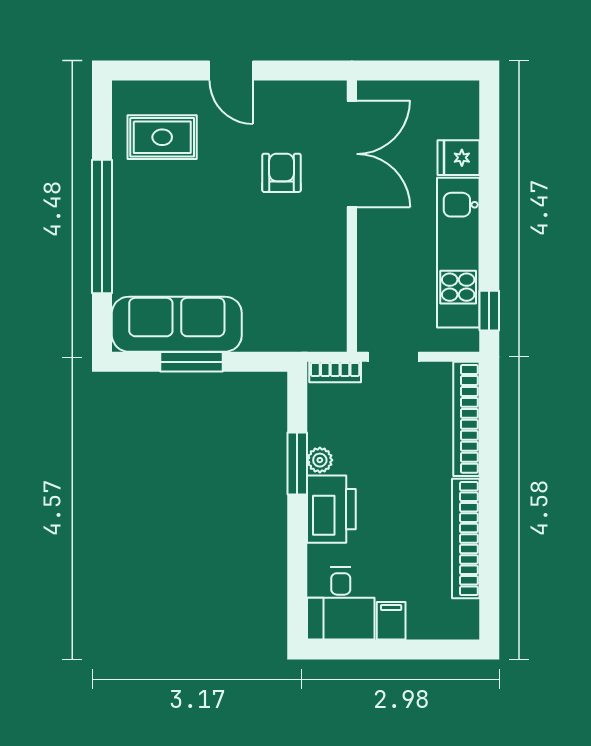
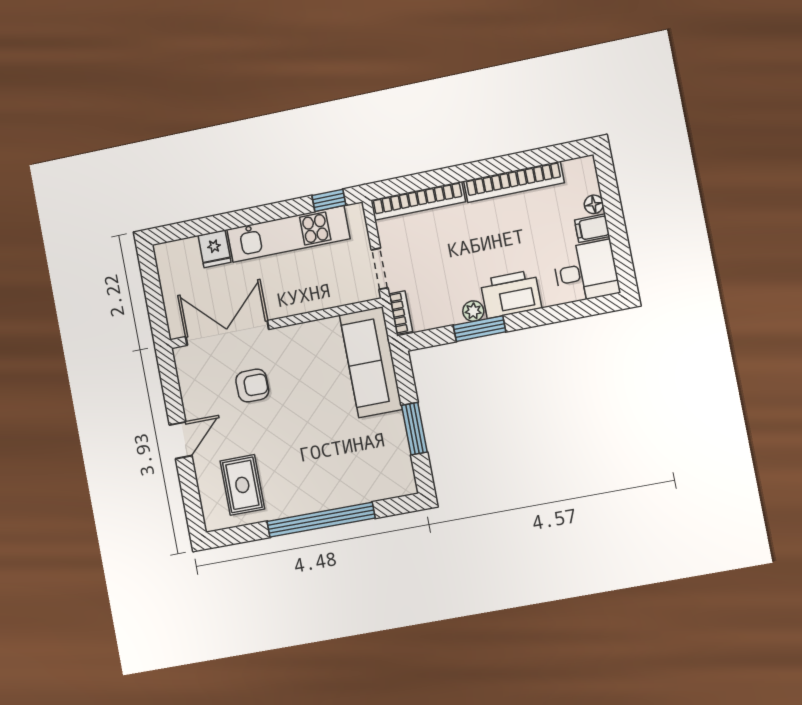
armchair: (282, 173) -> (252, 386), turned 180
sofa: (177, 324) -> (371, 362), moved
floor lamp: (419, 628) -> (594, 204), added

